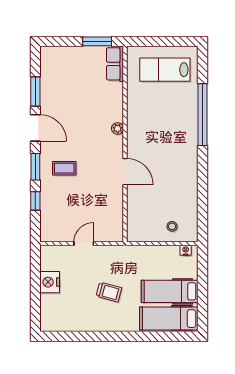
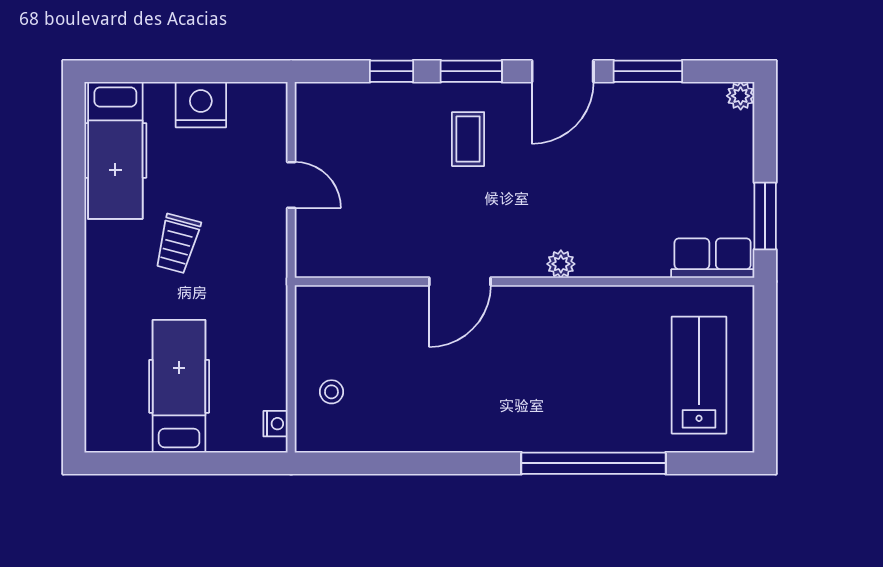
plant: (46, 52) -> (741, 96), added
hospital bed: (169, 319) -> (115, 150), moved, turned 180

